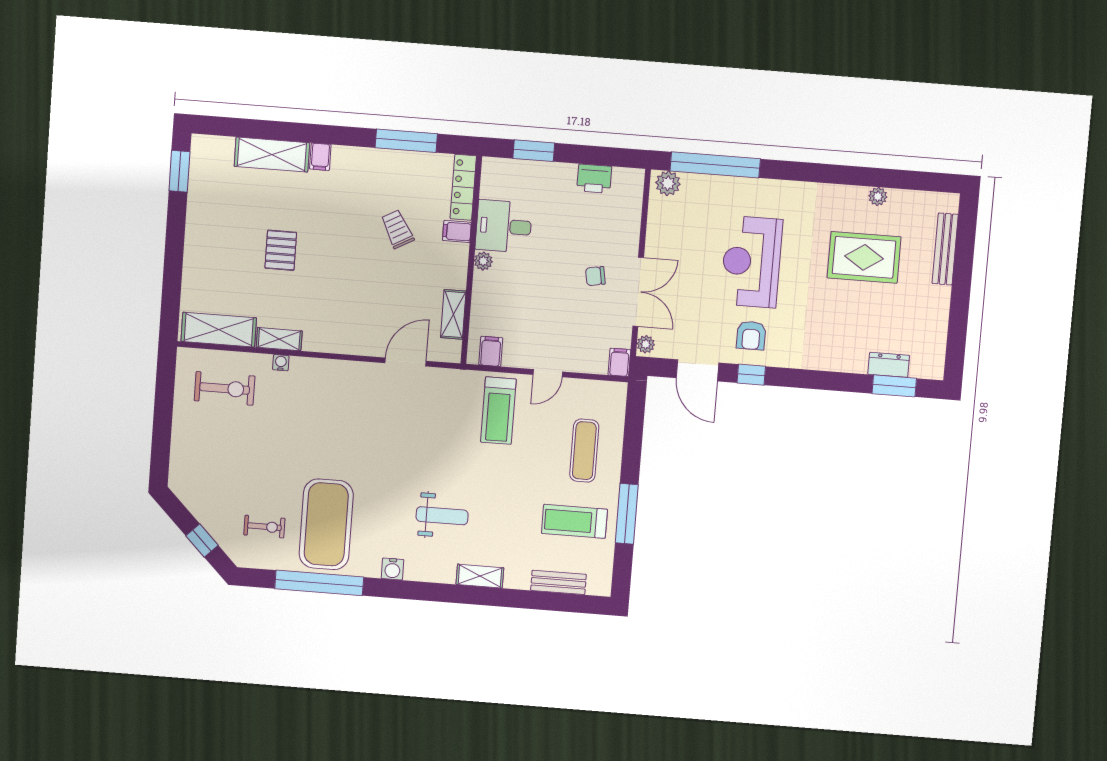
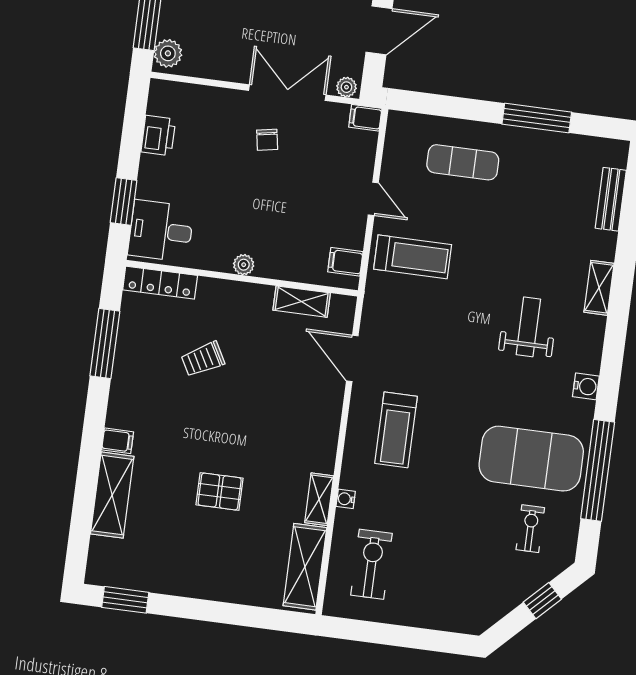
desk: (504, 226) -> (161, 231), moved, turned 90
filing cabinet: (457, 231) -> (209, 292), removed
treadmill: (574, 521) -> (396, 430), moved

